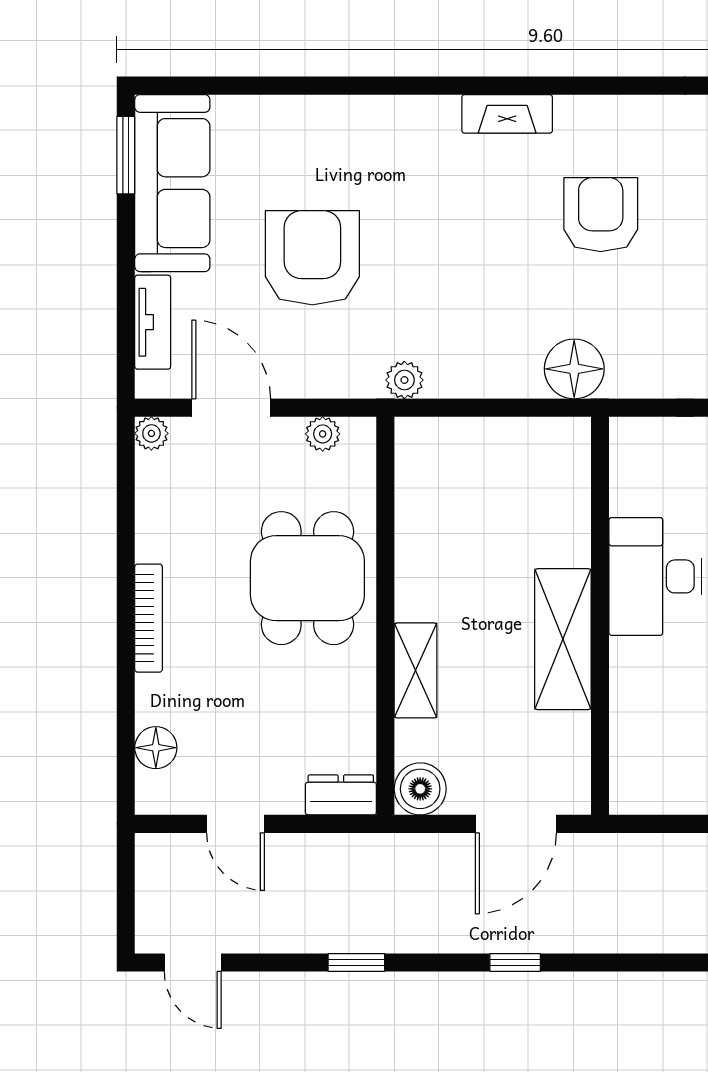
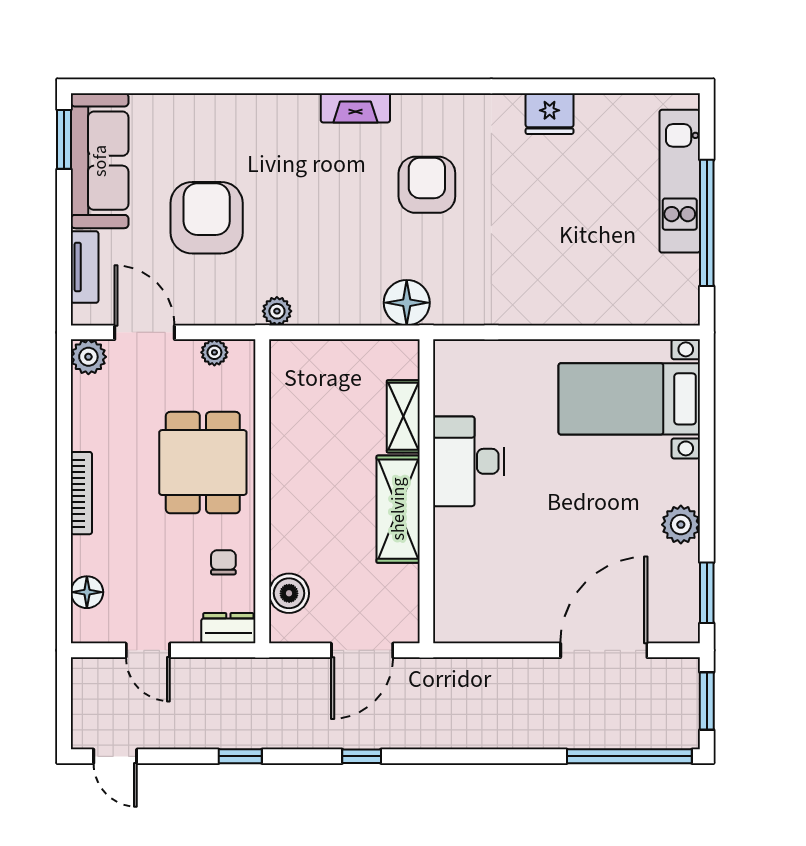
plant: (151, 433) -> (88, 357), width x1.38, depth x1.38
shelving: (416, 670) -> (403, 416), moved
chair: (334, 709) -> (223, 562), added
boiler: (420, 789) -> (289, 593), moved

